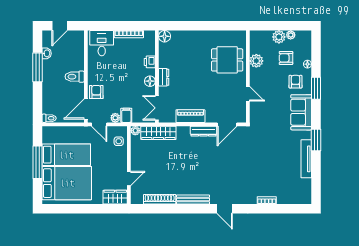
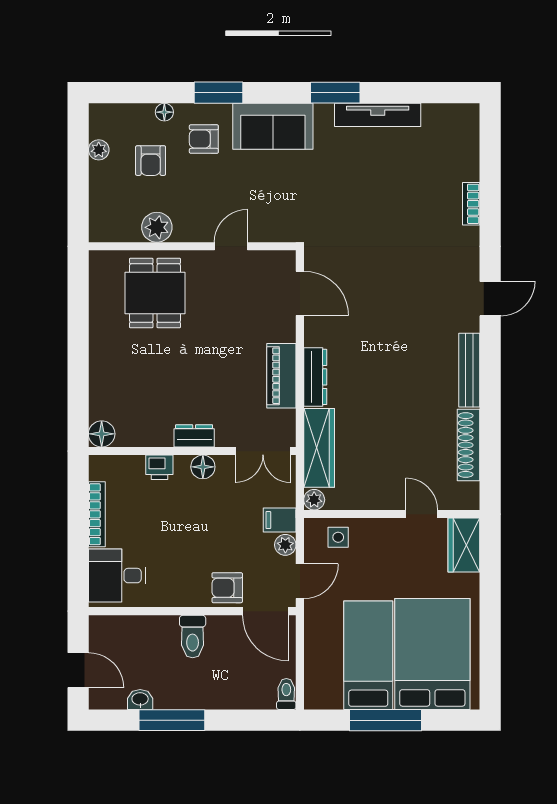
plant: (279, 37) -> (103, 177), removed
dresser: (204, 131) -> (315, 377), moved

